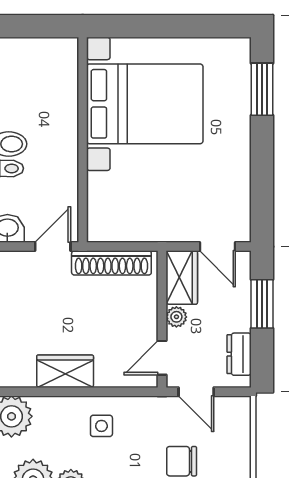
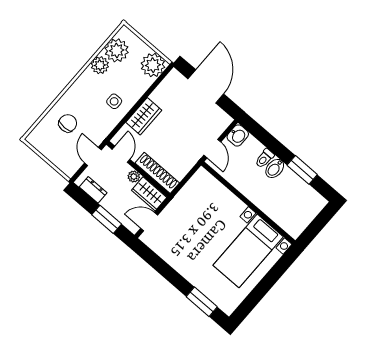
bed with nightstands: (145, 104) -> (248, 251), width x0.73
shoe rack: (111, 263) -> (157, 173), moved, turned 90
wardrobe: (65, 371) -> (144, 116), moved
door: (196, 392) -> (93, 156), hinge flipped

